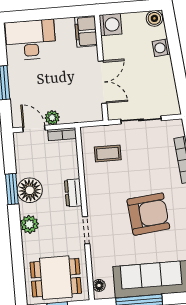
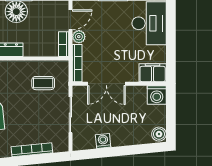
washing machine: (161, 48) -> (103, 141), moved
bookcase: (82, 117) -> (77, 63), added
coffee table: (108, 153) -> (43, 83), turned 90

